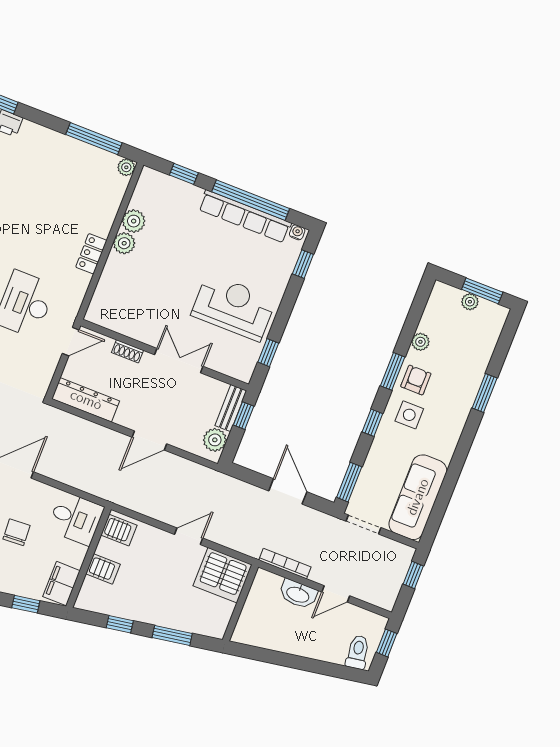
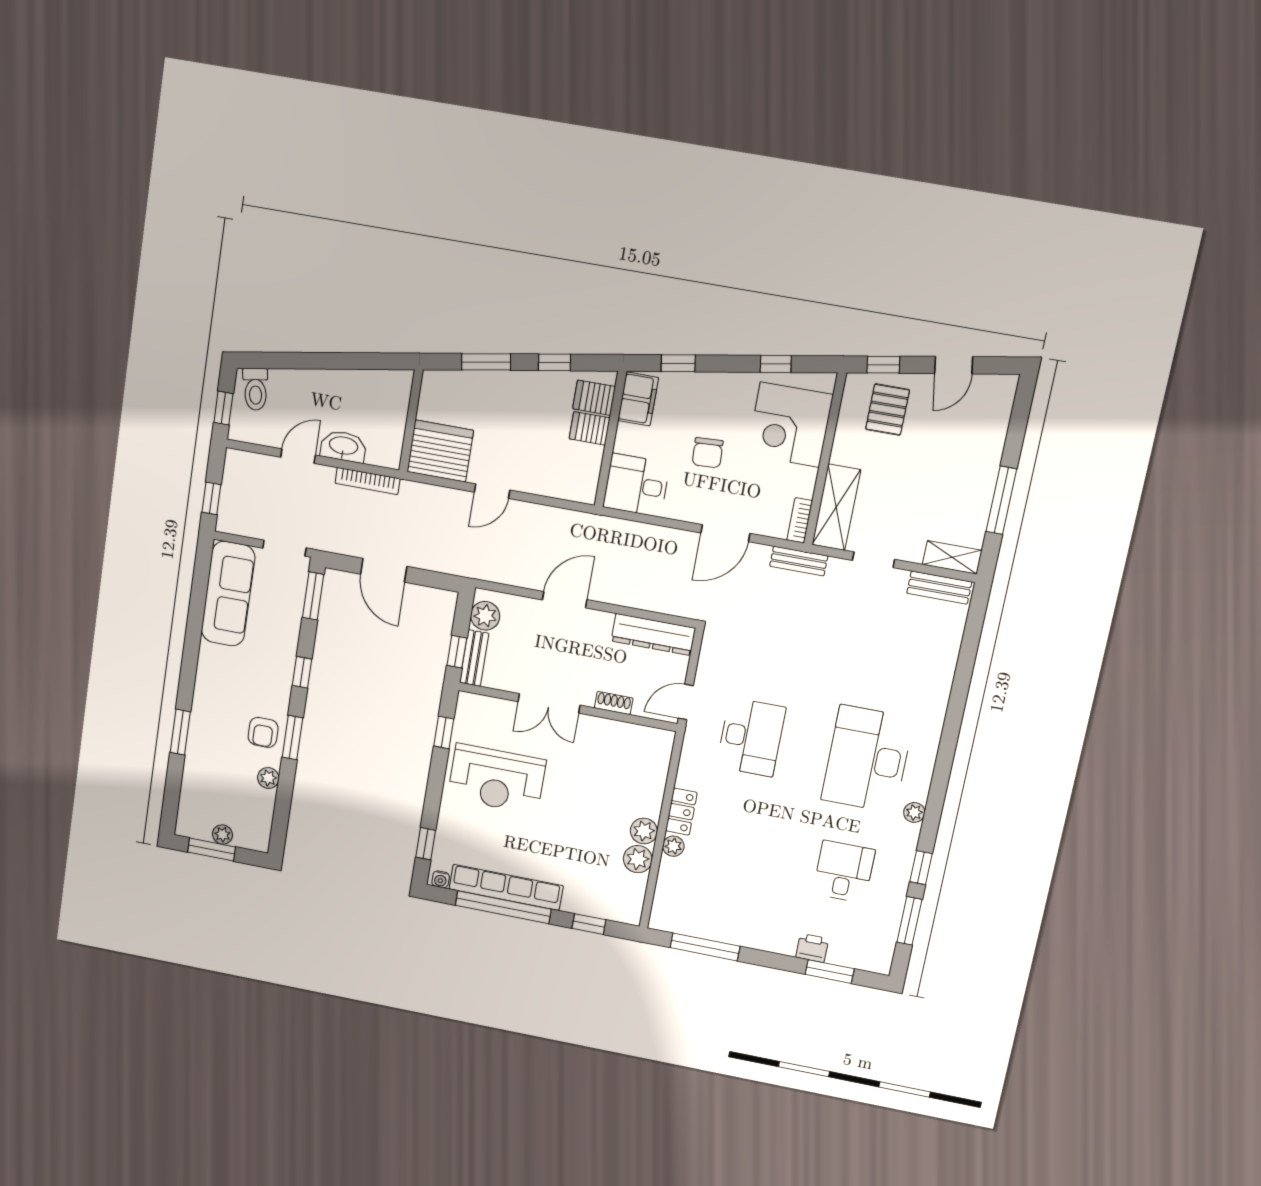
plant: (126, 167) -> (673, 846), moved
side table: (409, 415) -> (261, 690), removed
server rack: (119, 530) -> (594, 398), moved

